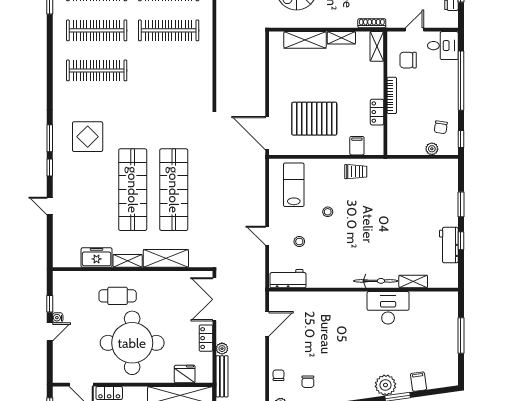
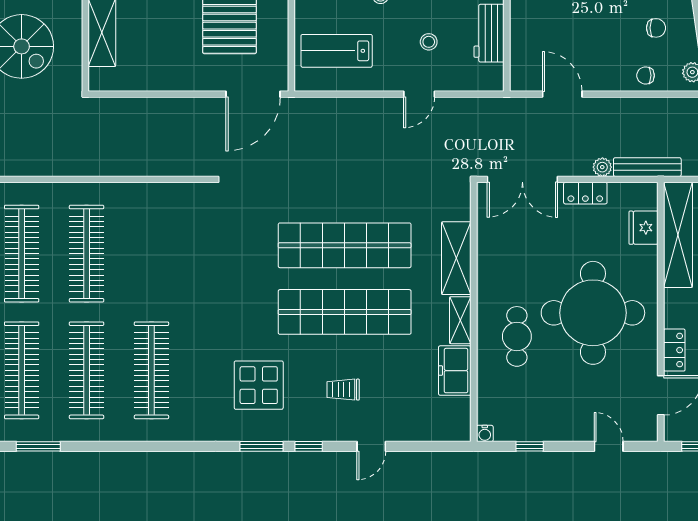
trolley: (85, 189) -> (343, 390), added
workbench: (288, 279) -> (489, 33), moved
water cooler: (58, 318) -> (485, 433), moved
door: (50, 332) -> (609, 446), moved

